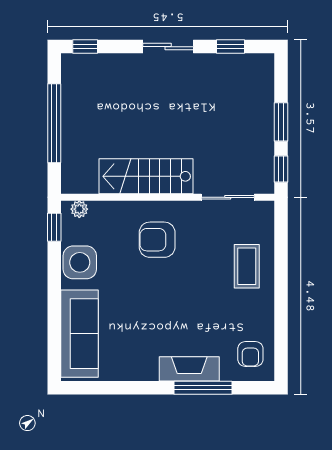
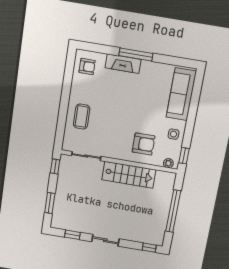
window: (281, 122) -> (50, 203), moved
armchair: (157, 240) -> (144, 144), moved
side table: (80, 262) -> (174, 134), width x0.54, depth x0.54
armchair: (250, 354) -> (87, 66), turned 90
window: (203, 388) -> (136, 55), moved

